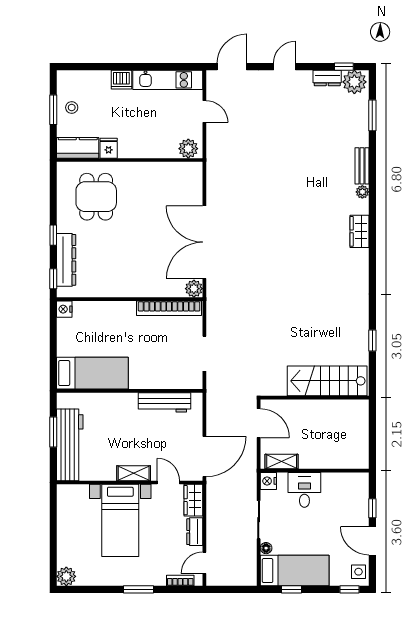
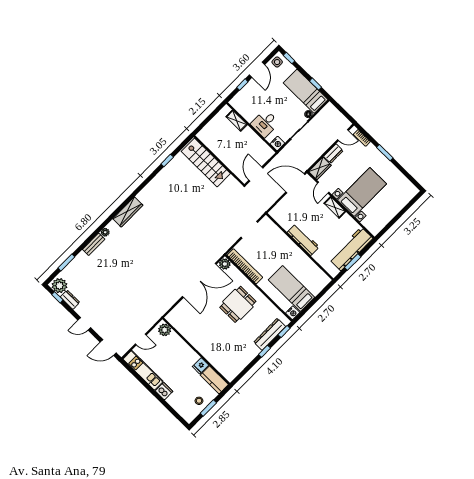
door: (204, 112) -> (141, 339), swing flipped
dining table: (96, 197) -> (238, 304), moved
wardrobe: (360, 231) -> (128, 212), width x1.50
bed: (92, 373) -> (292, 289), moved
workbench: (165, 402) -> (303, 240), moved
shelving: (282, 462) -> (237, 121), moved
plant: (66, 576) -> (412, 191), removed

